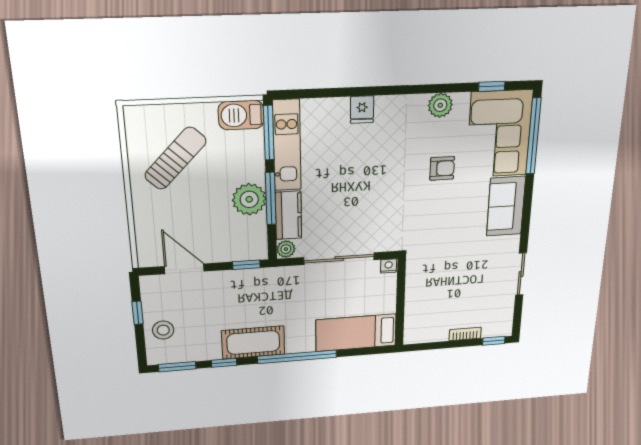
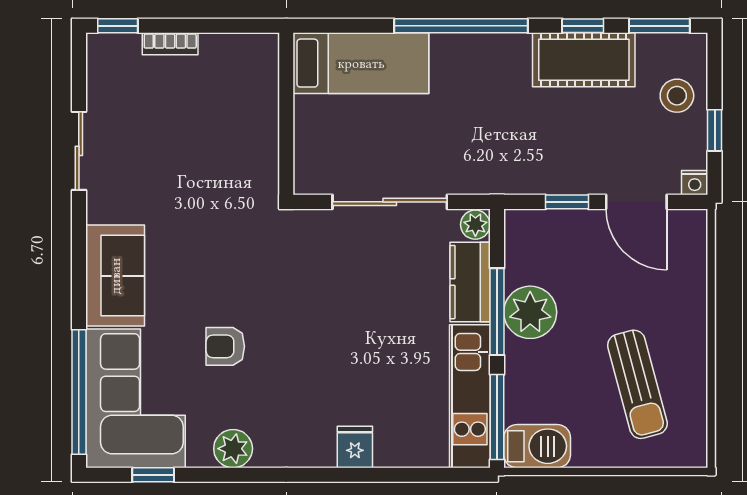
sun lounger: (175, 158) -> (637, 384), turned -59
window: (246, 265) -> (567, 202), moved
nightstand: (389, 266) -> (695, 183), moved
cot: (253, 342) -> (584, 60), moved

